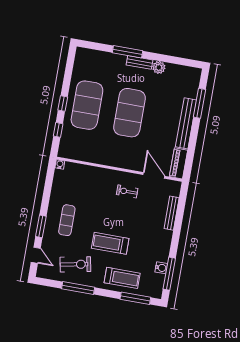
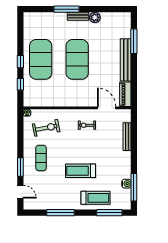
exercise bike: (75, 264) -> (46, 128), moved

